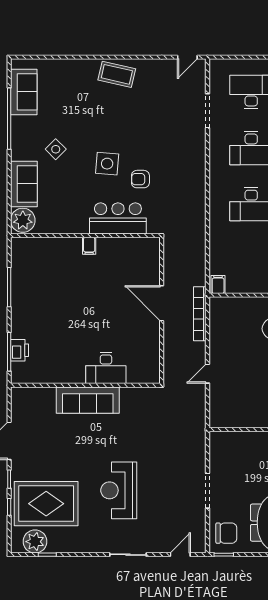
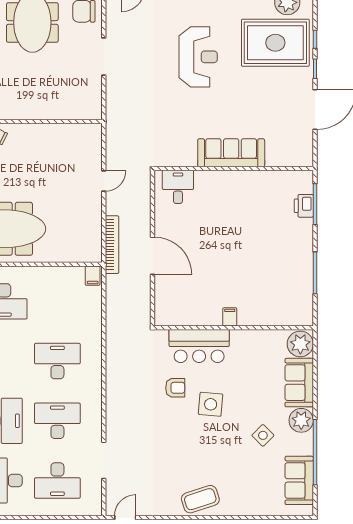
coffee table: (117, 74) -> (200, 499), turned -31
plant: (22, 149) -> (301, 420), added
side table: (56, 149) -> (263, 435), moved
desk: (106, 368) -> (178, 187), moved, width x0.73

